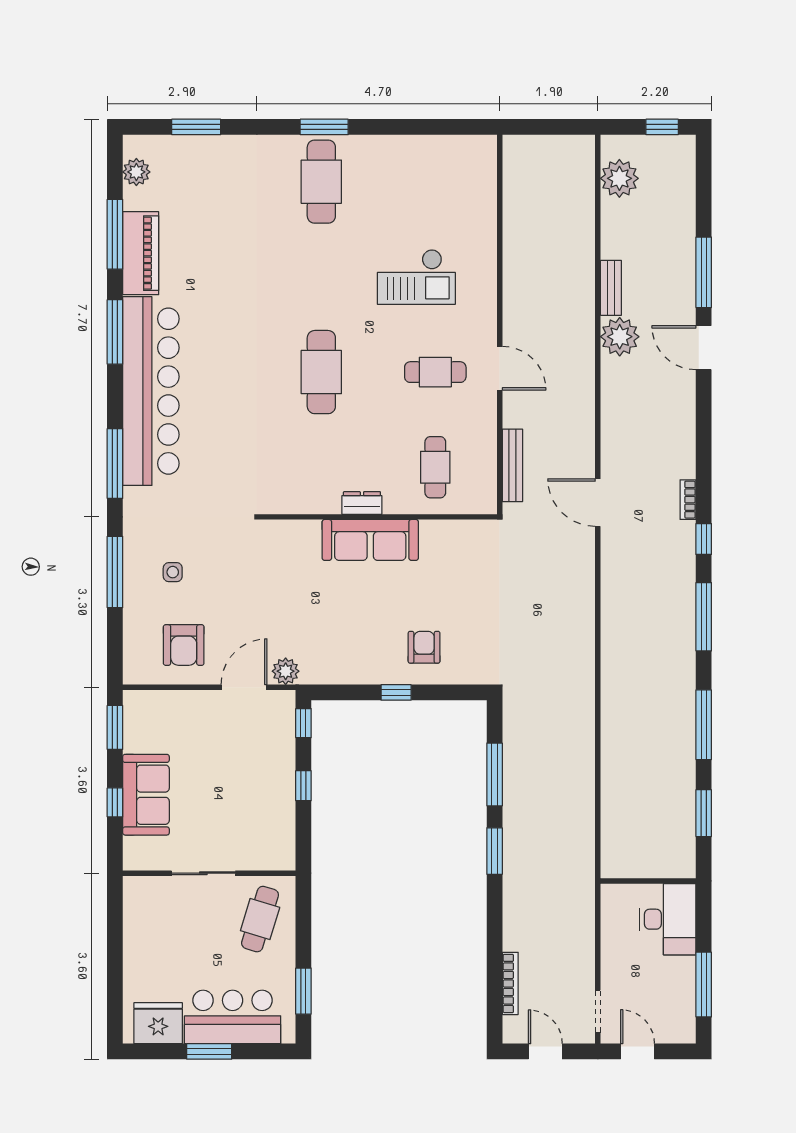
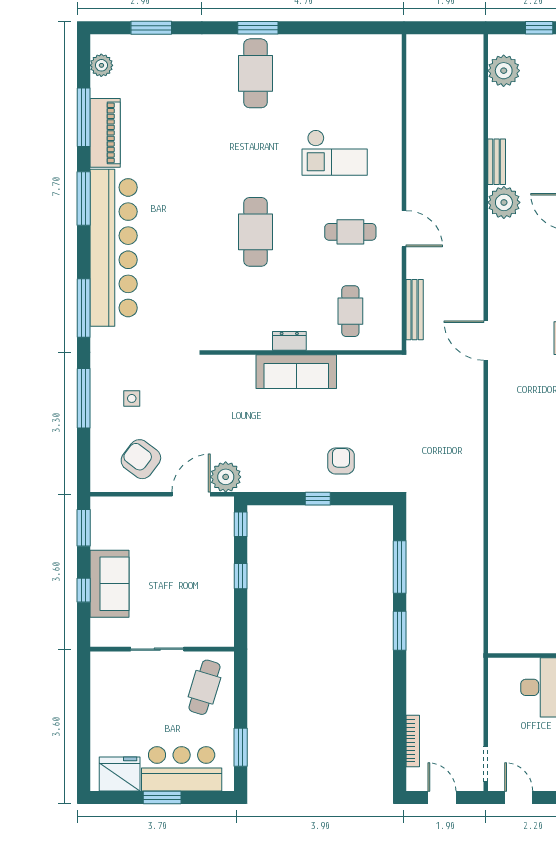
armchair: (184, 645) -> (141, 459), turned 127
plant: (286, 671) -> (226, 477), width x1.36, depth x1.36

